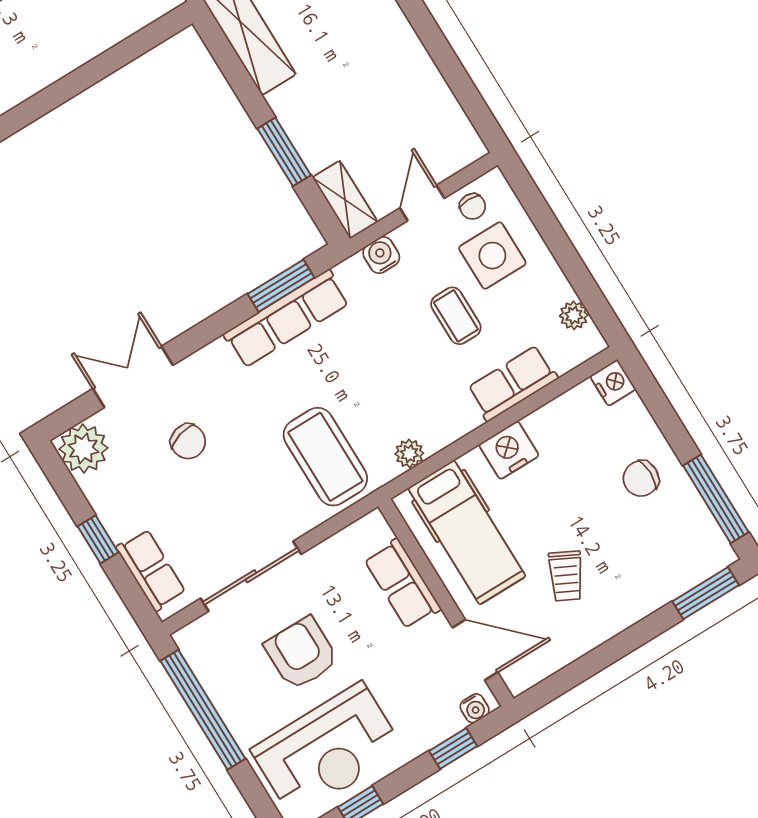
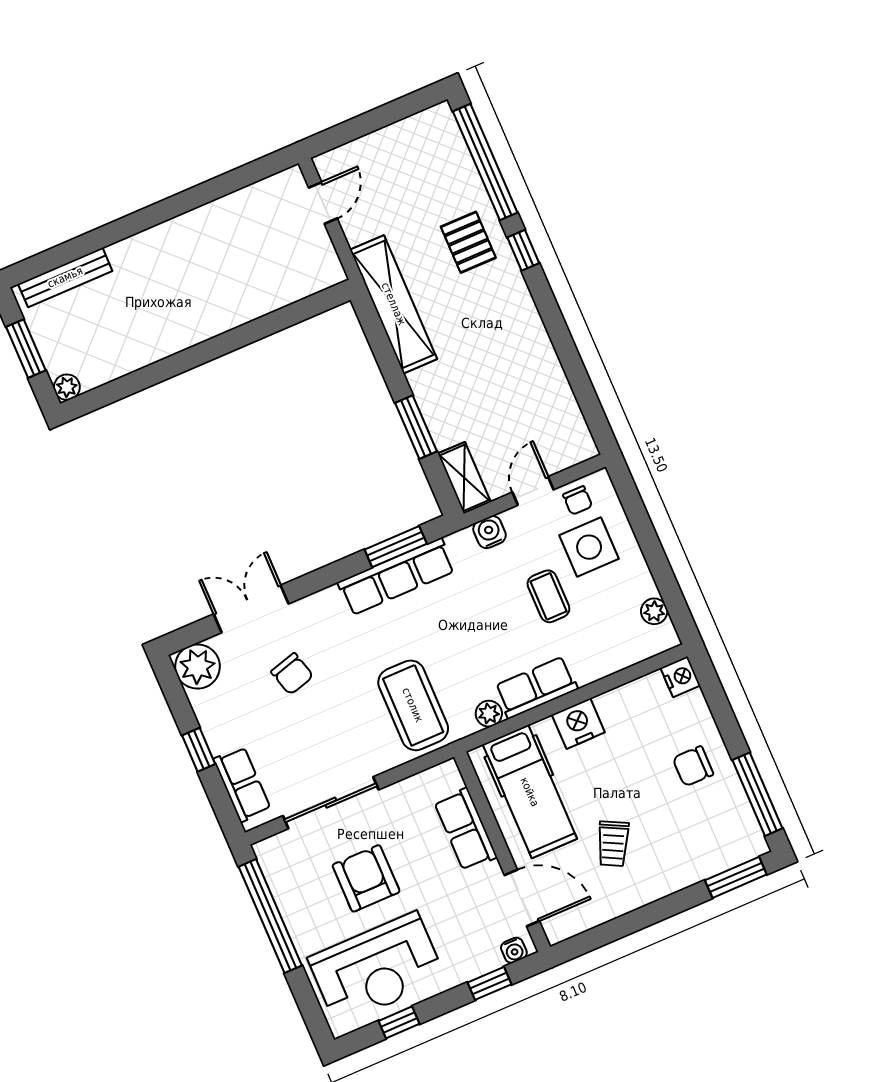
row of seats: (512, 383) -> (536, 688), moved

